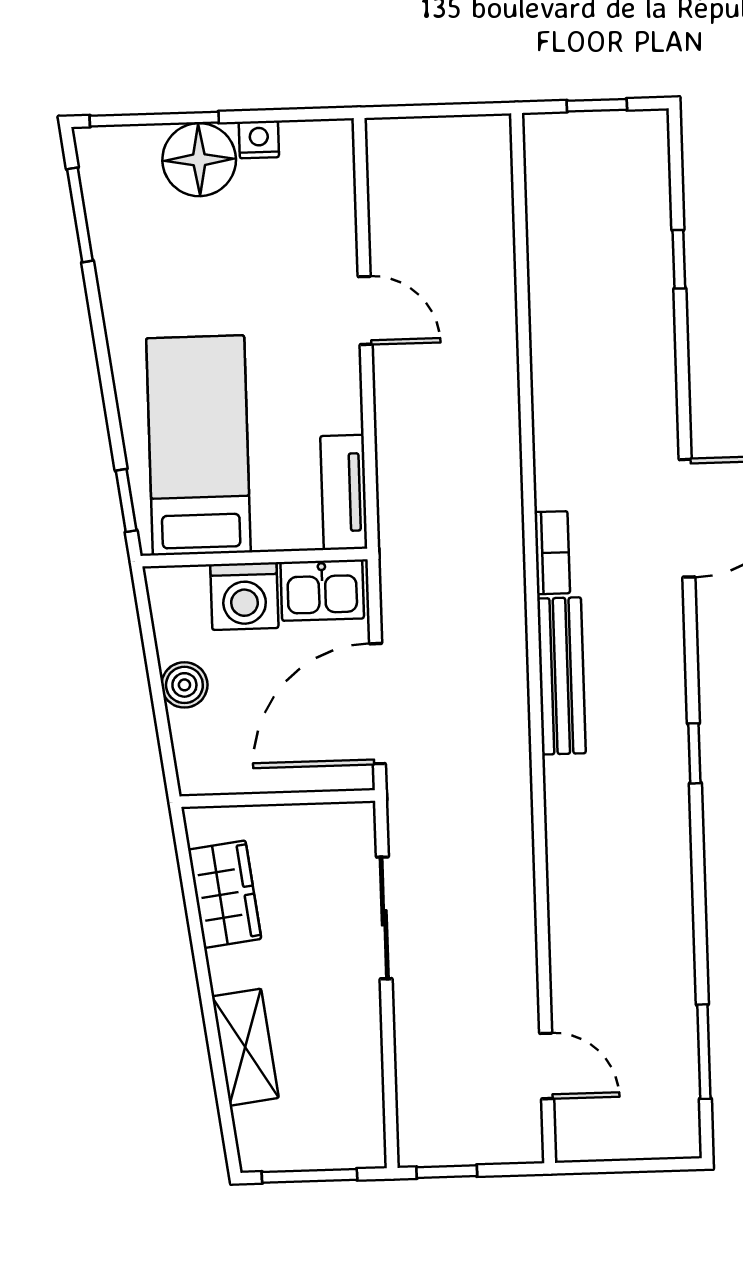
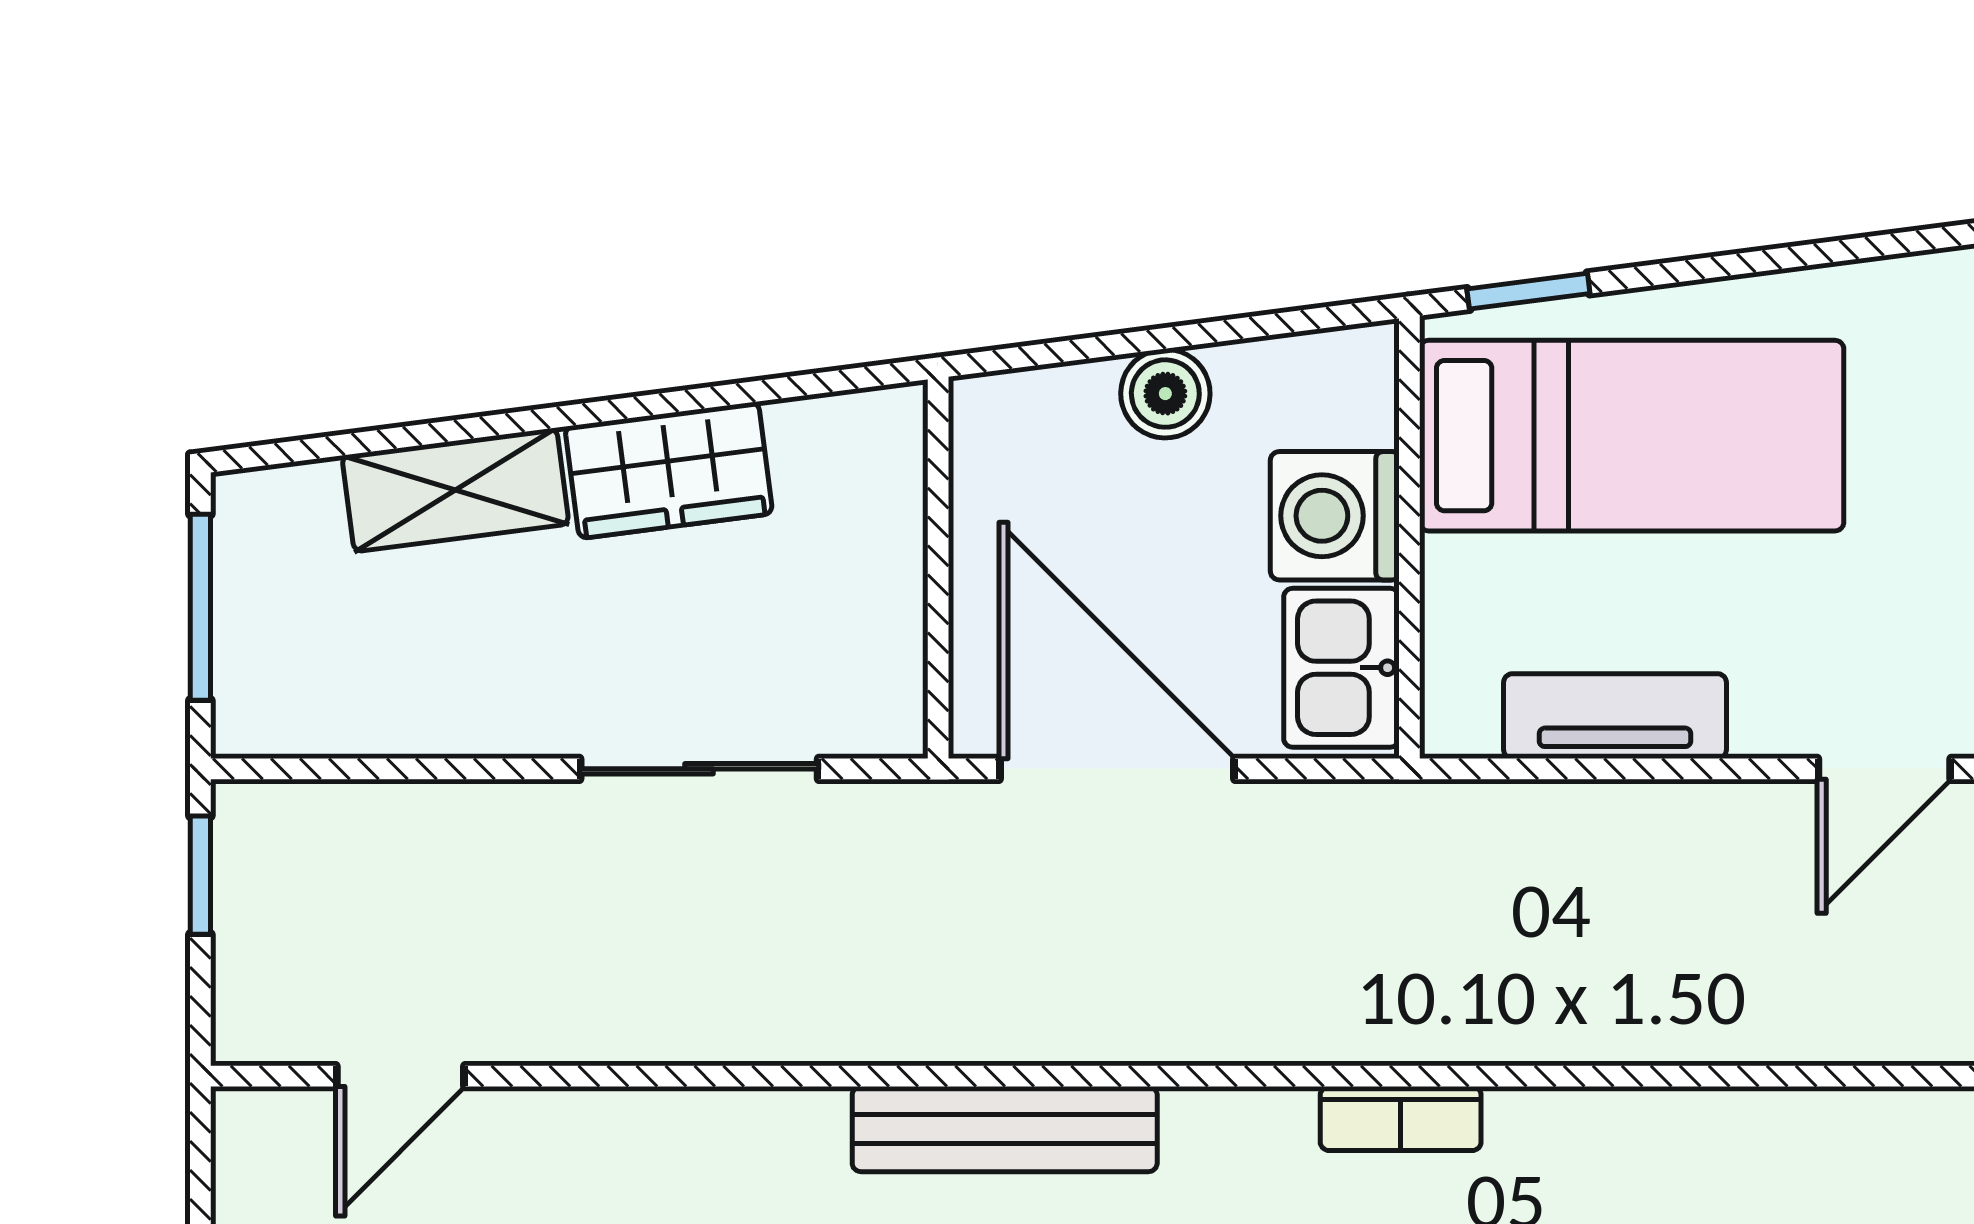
tv unit: (344, 492) -> (1615, 716), moved
bench: (561, 676) -> (1005, 1129), moved
wardrobe: (225, 894) -> (669, 470), moved

